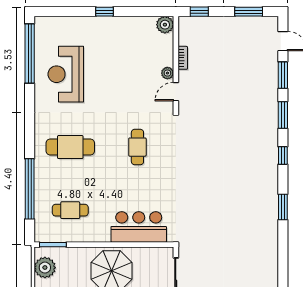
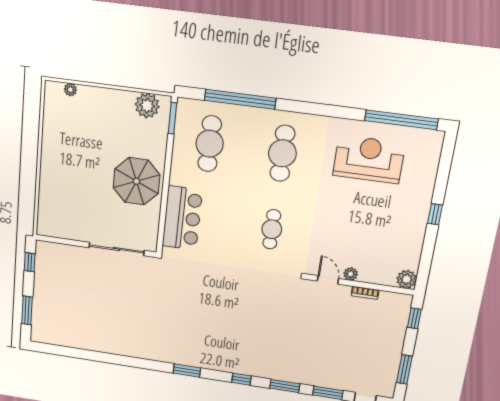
cafe table: (137, 147) -> (272, 229), turned 90
cafe table: (70, 210) -> (210, 144), width x1.37, depth x1.35

